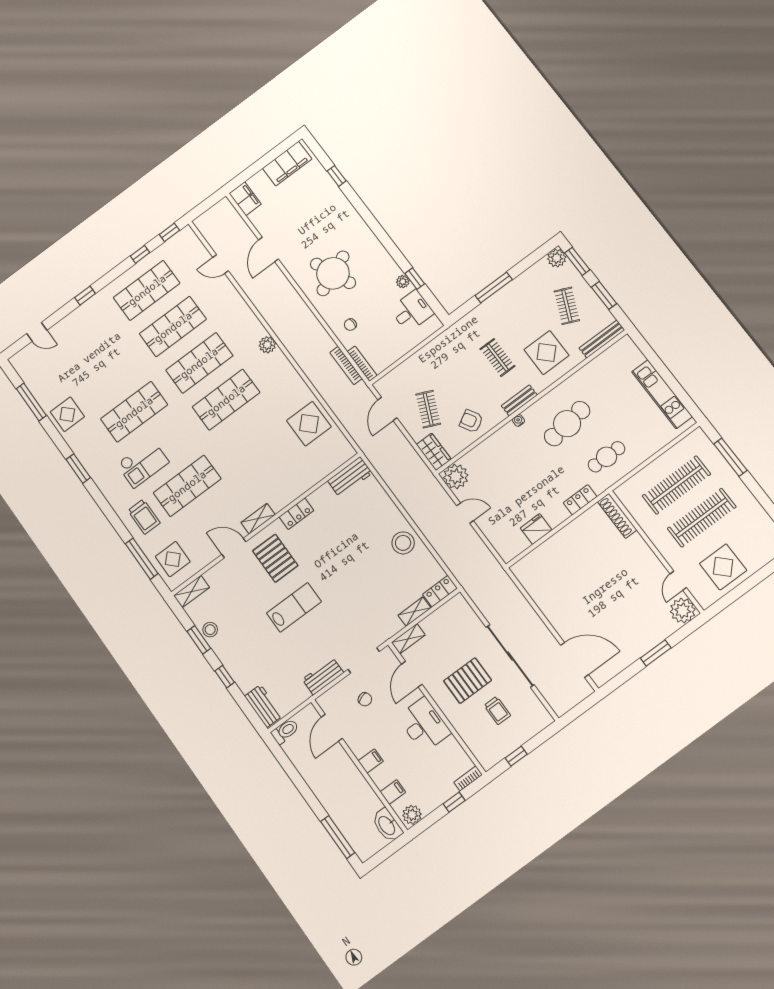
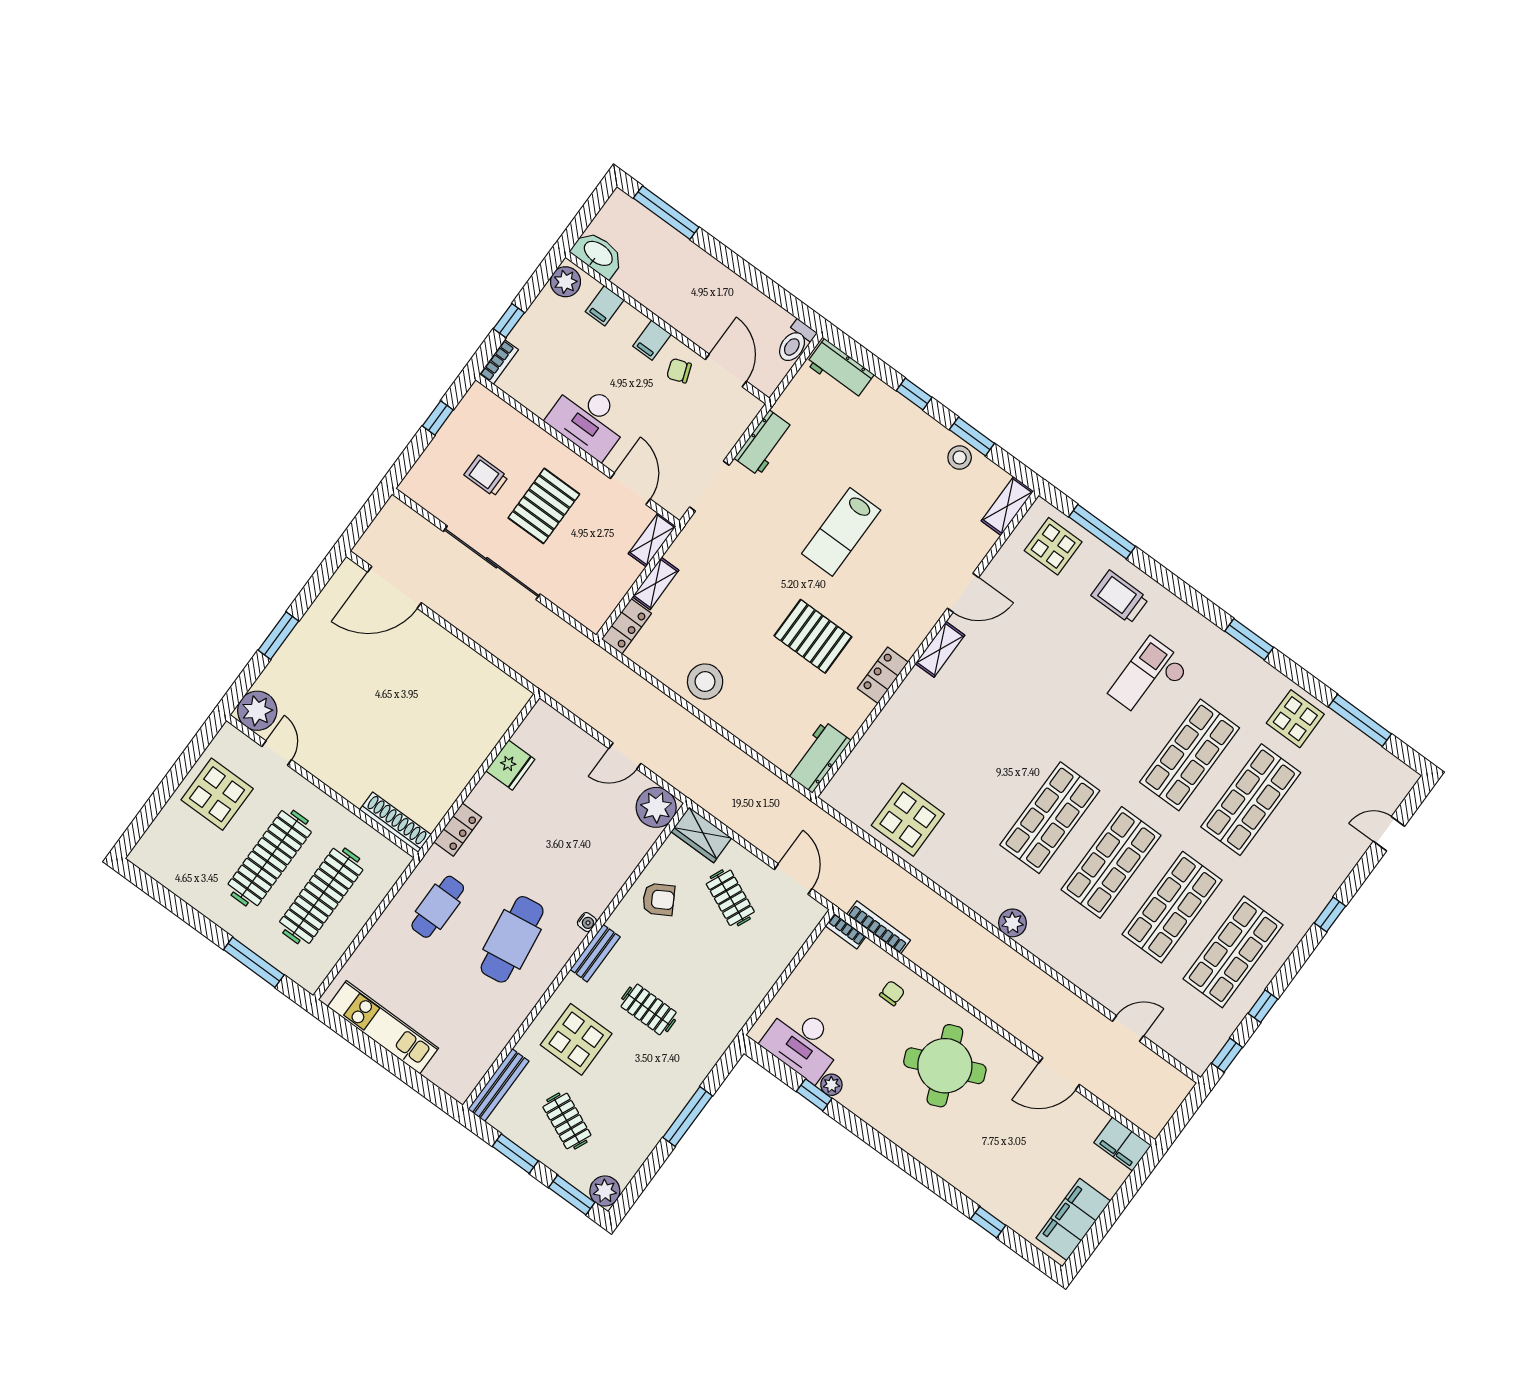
door: (268, 249) -> (1059, 1074), swing flipped
desk: (412, 311) -> (803, 1043), width x1.37
bookcase: (362, 364) -> (846, 931), width x0.64
shop shelf: (187, 486) -> (1251, 800), moved
pallet: (275, 558) -> (813, 636), moved
chair: (365, 699) -> (679, 371), moved

